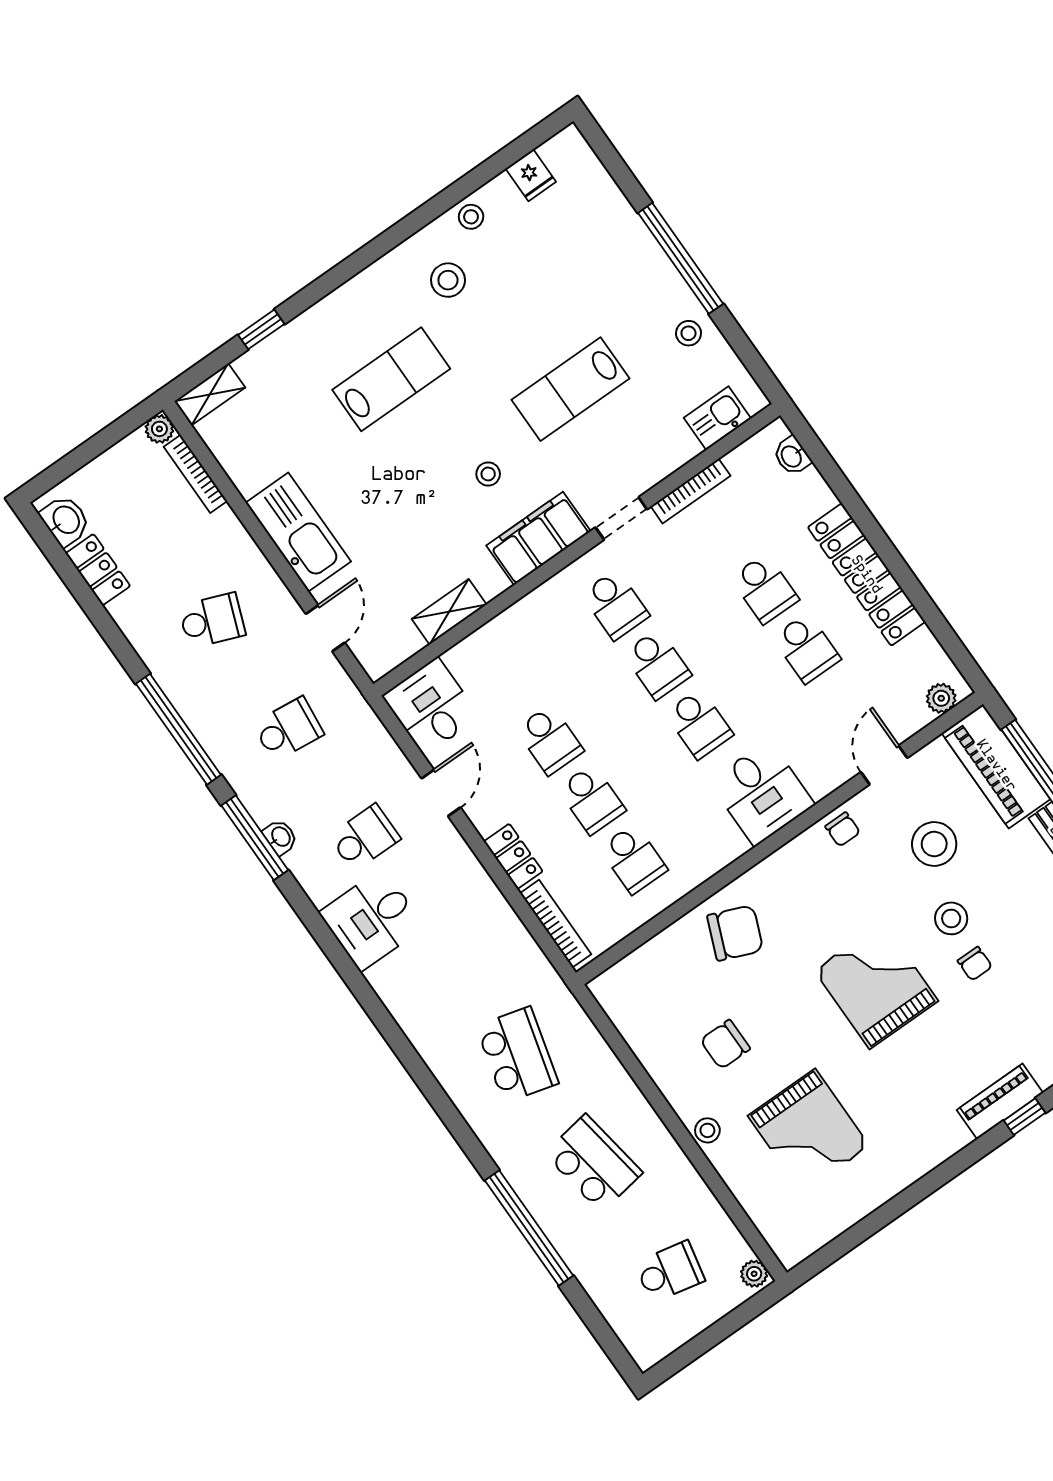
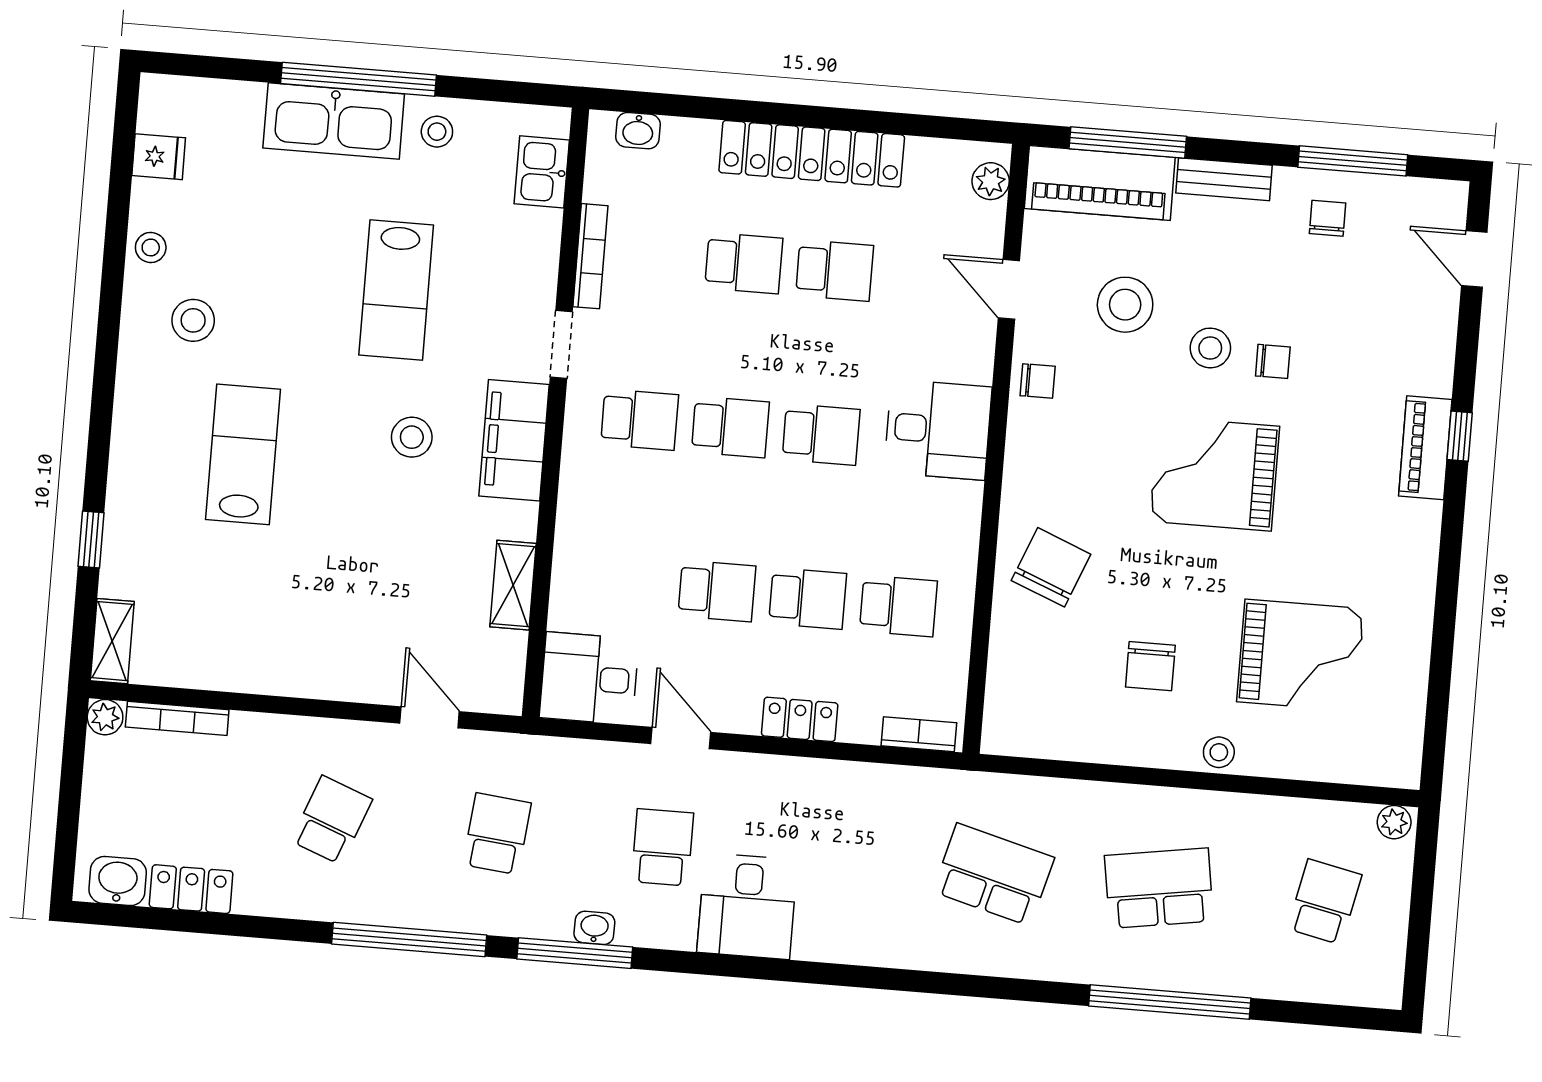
stool: (488, 474) -> (412, 437), width x1.37, depth x1.37
kitchen sink: (298, 532) -> (334, 121), moved, turned 180
bookcase: (556, 924) -> (919, 734), width x0.64

